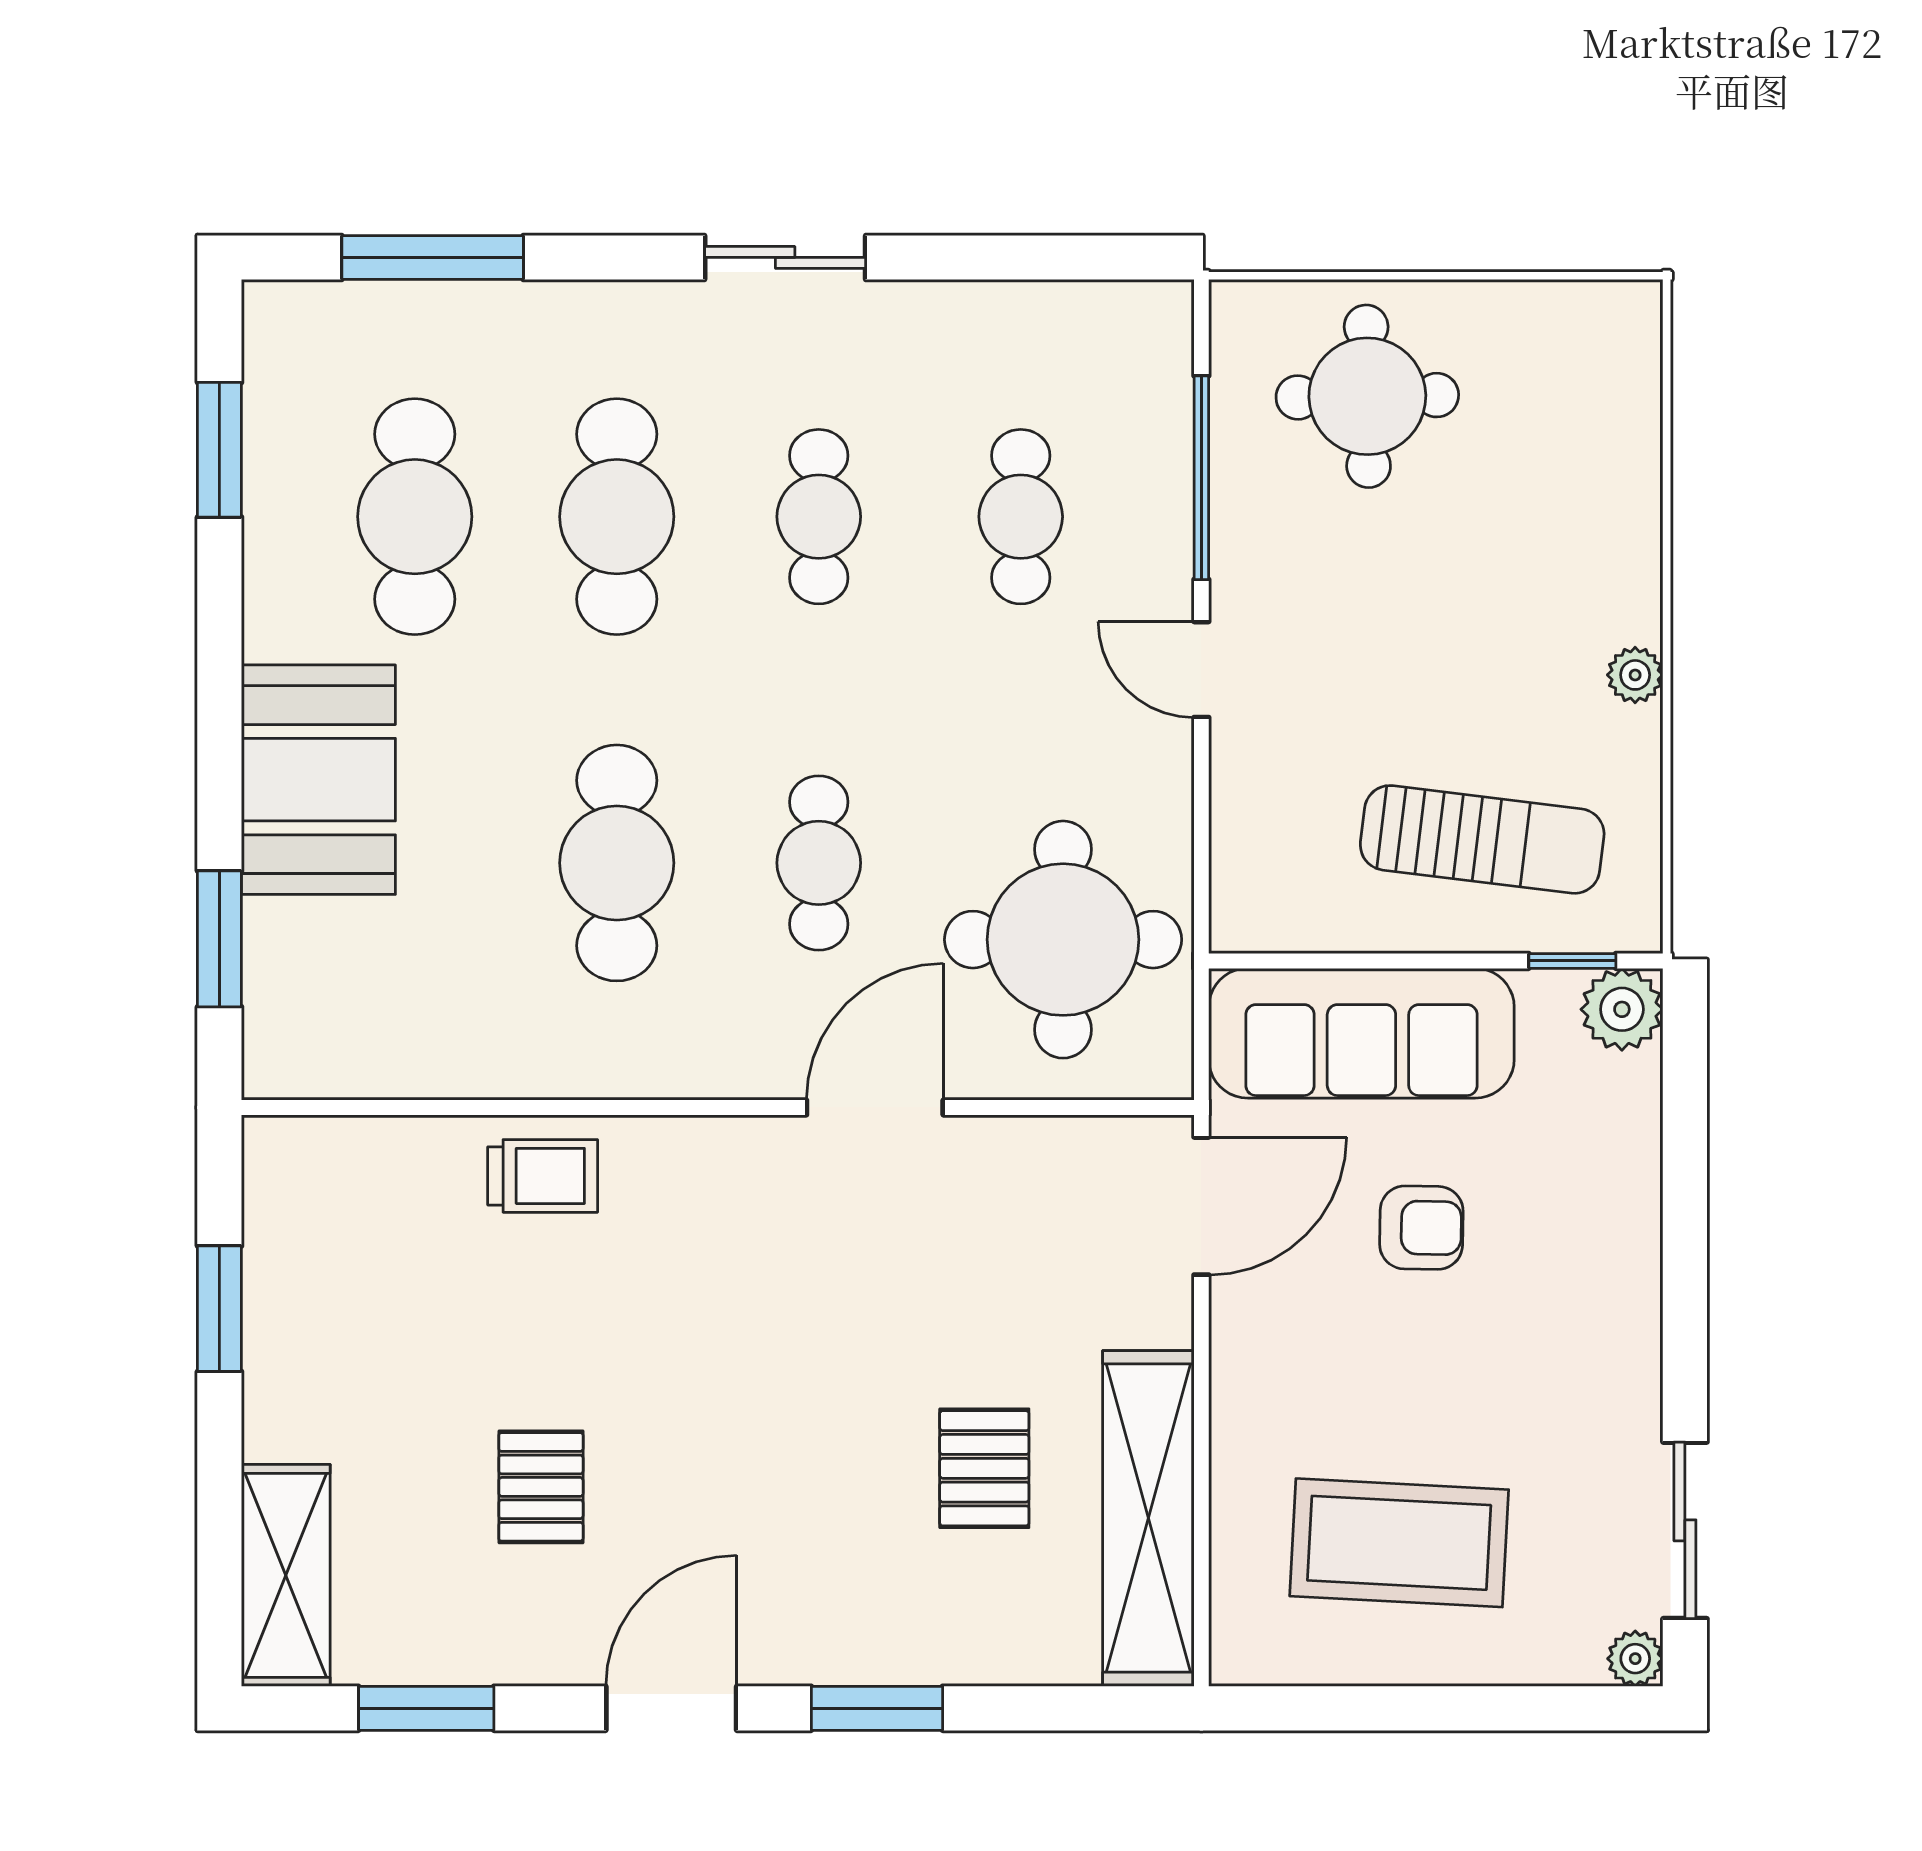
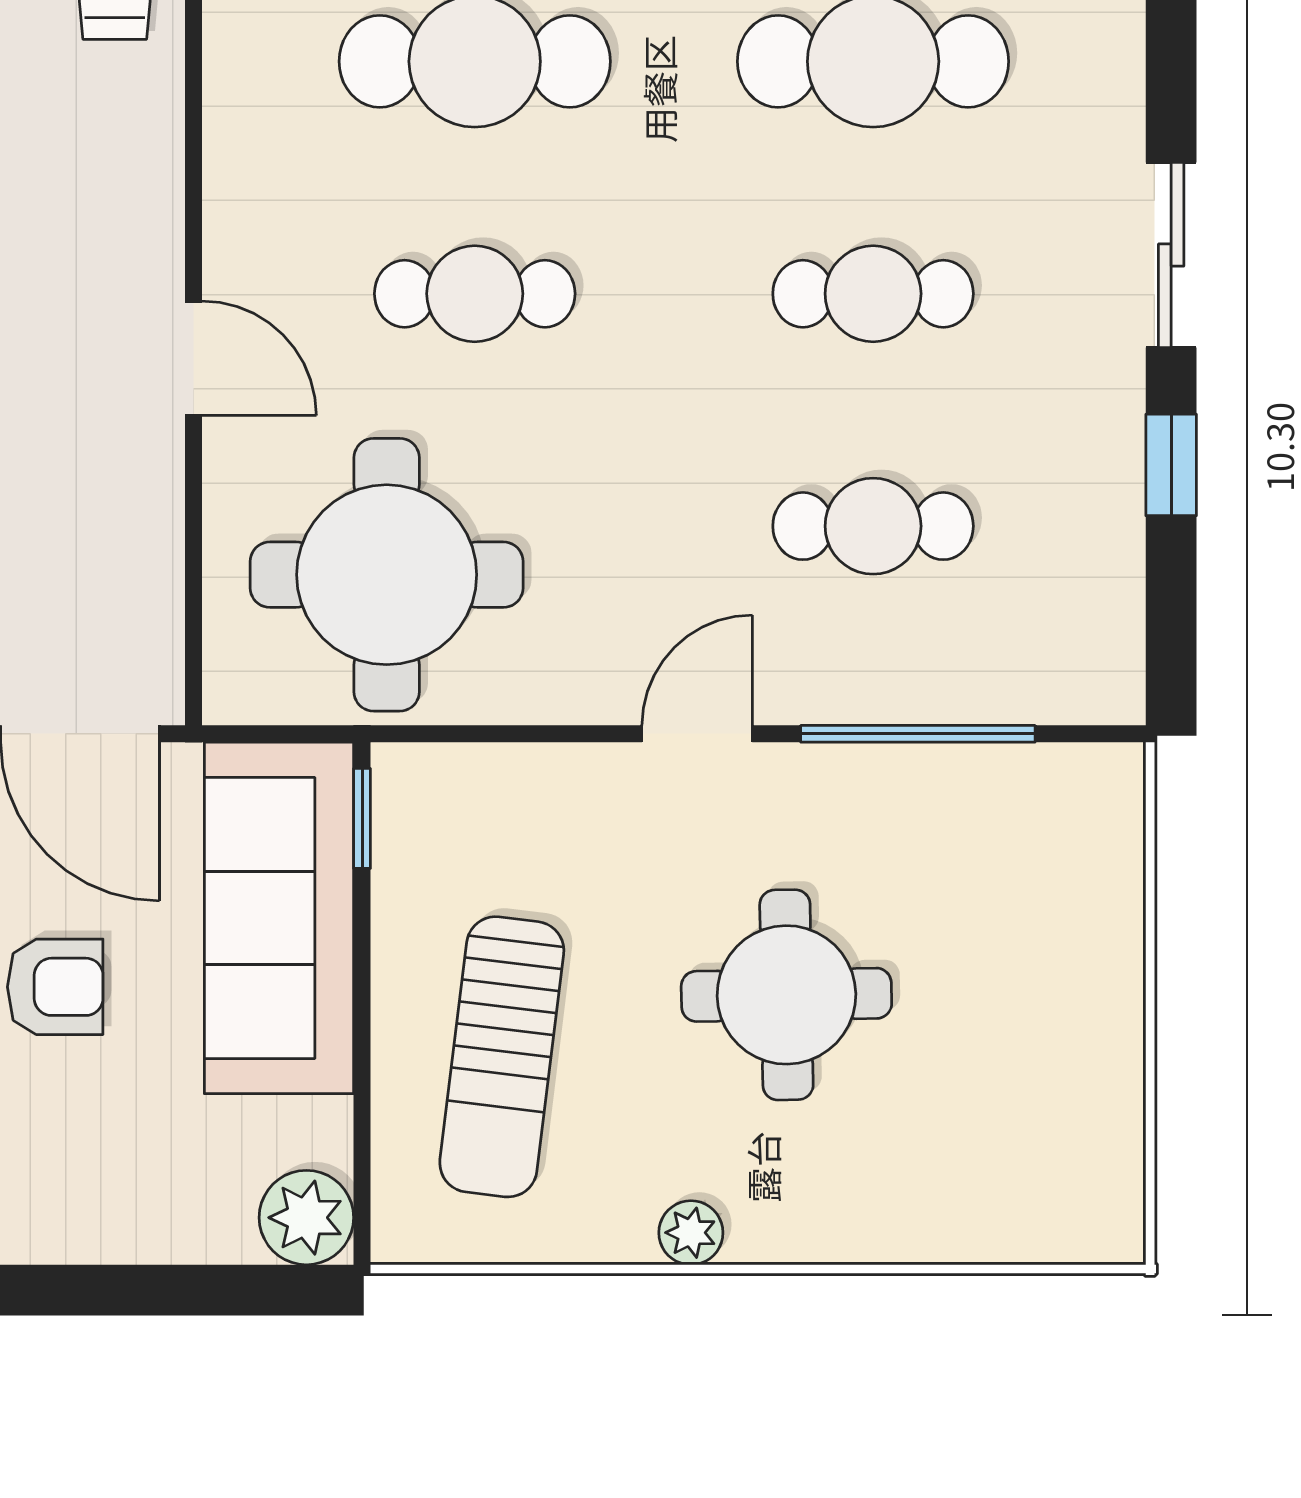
window: (968, 257) -> (1171, 465), added
round table: (1367, 396) -> (786, 995), moved
window: (1572, 961) -> (362, 818), moved
door: (875, 1107) -> (193, 358), width x0.73
armchair: (1421, 1228) -> (55, 987), turned -91

